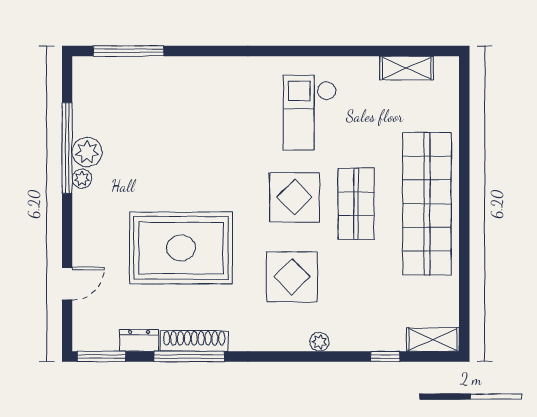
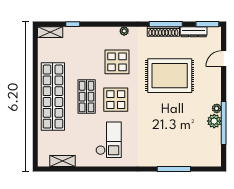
window: (128, 51) -> (174, 169), moved
dresser: (139, 340) -> (194, 32), width x1.44
plant: (319, 342) -> (124, 31), moved

